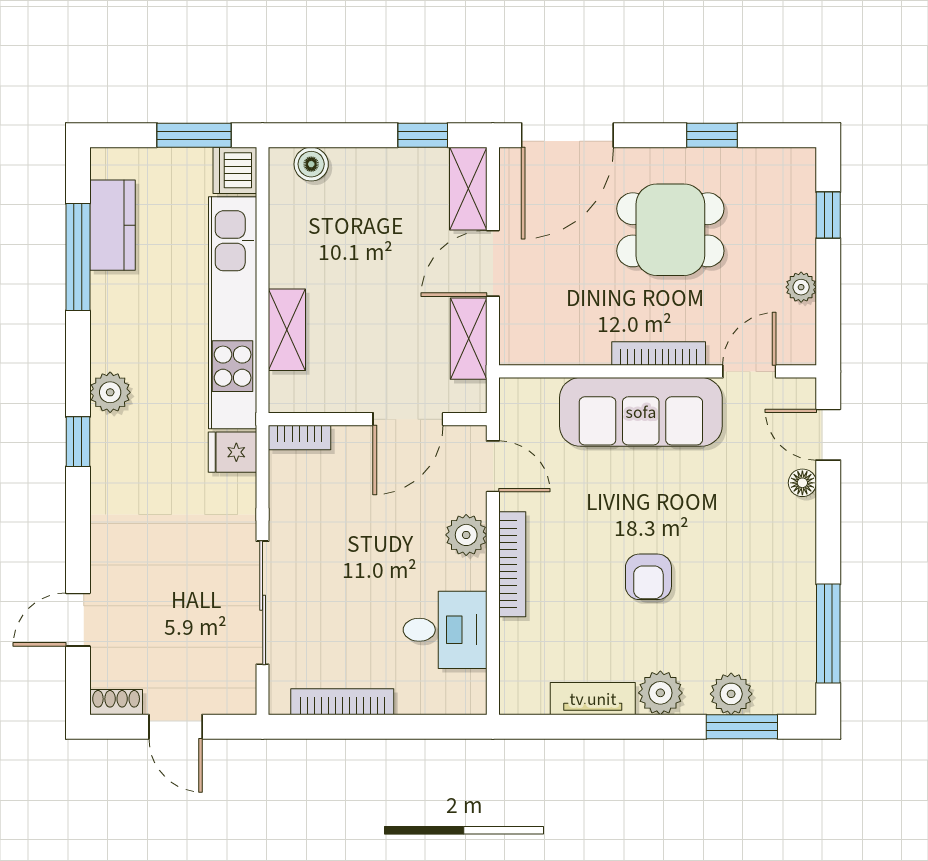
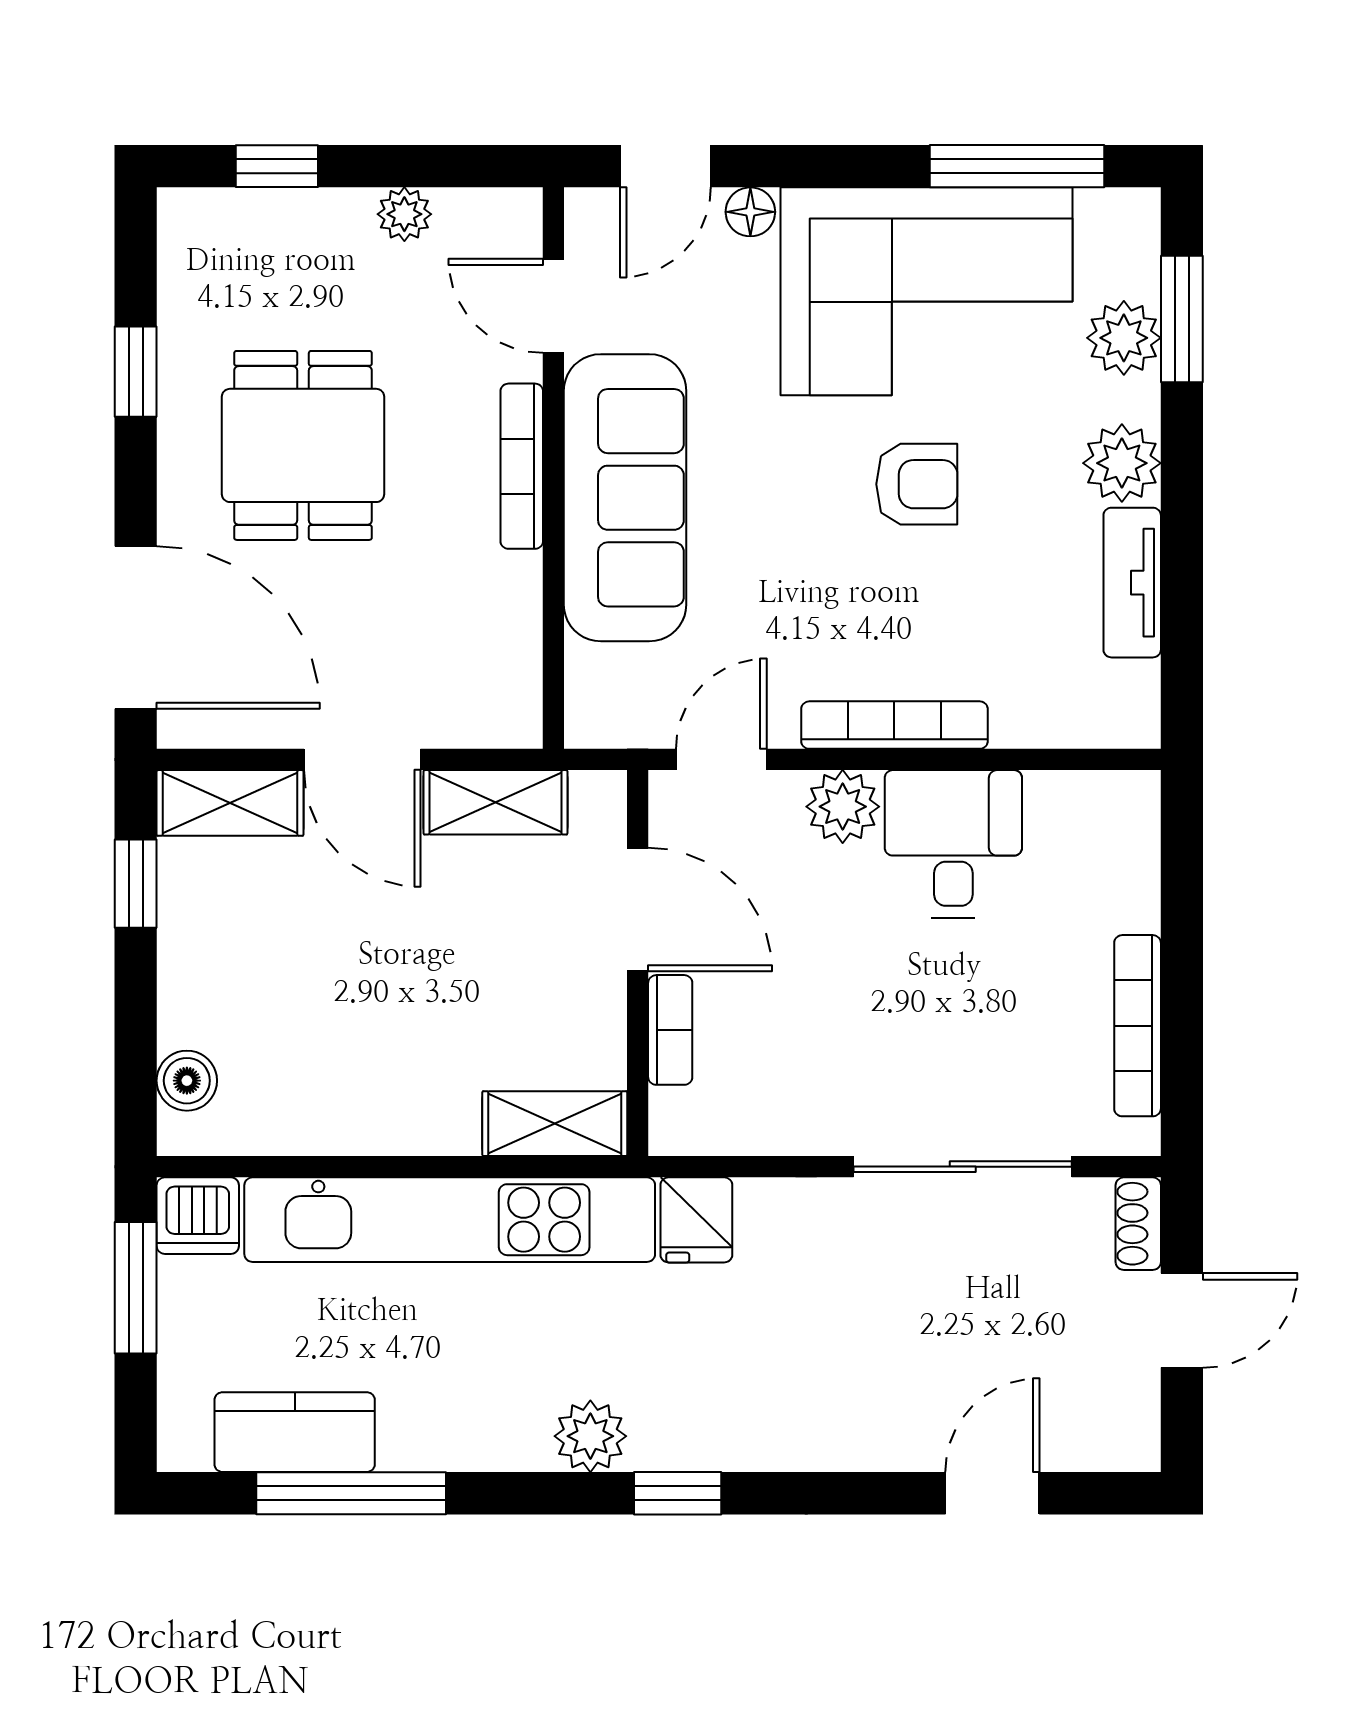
shelving: (287, 330) -> (555, 1124), moved
bookcase: (300, 437) -> (670, 1030), moved
corner sofa: (757, 582) -> (927, 291), added
door: (78, 620) -> (992, 1493), swing flipped
desk: (445, 630) -> (953, 844), moved
shoe rack: (116, 702) -> (1138, 1224), moved

